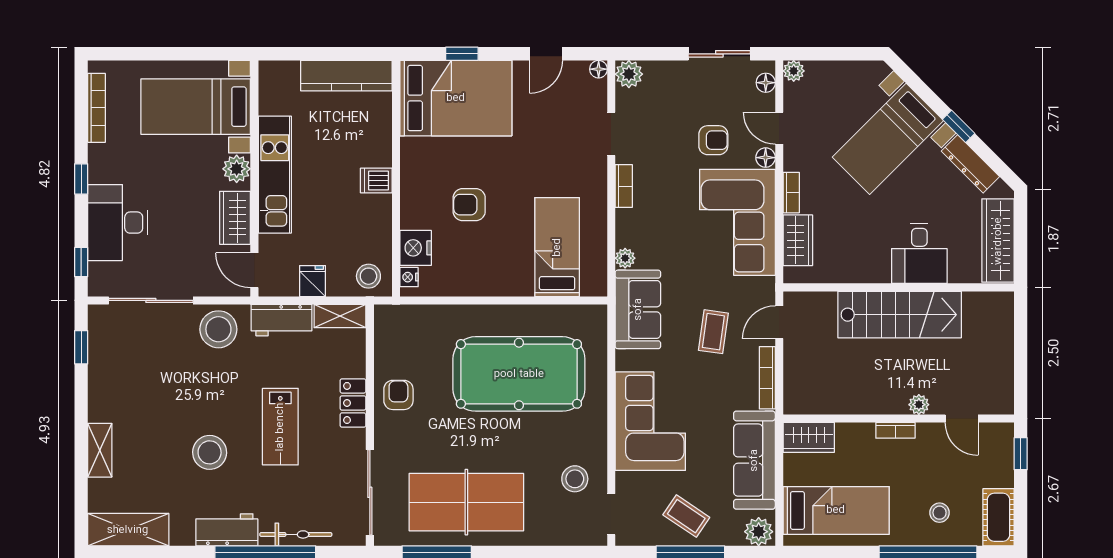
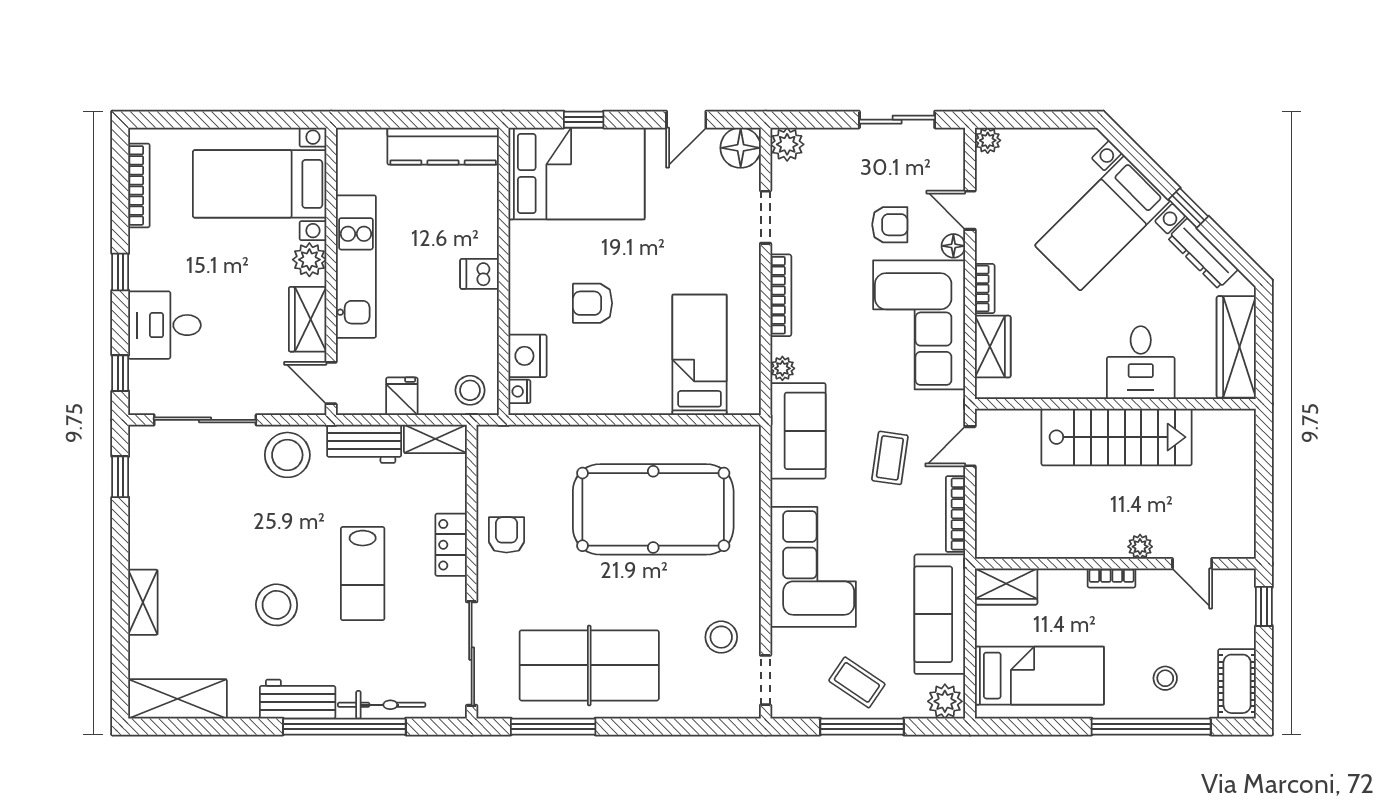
floor lamp: (599, 69) -> (741, 148), width x1.89, depth x1.89
floor lamp: (766, 83) -> (954, 155), removed
bookcase: (624, 186) -> (781, 295), width x1.56
desk: (118, 223) -> (165, 325), width x0.73

